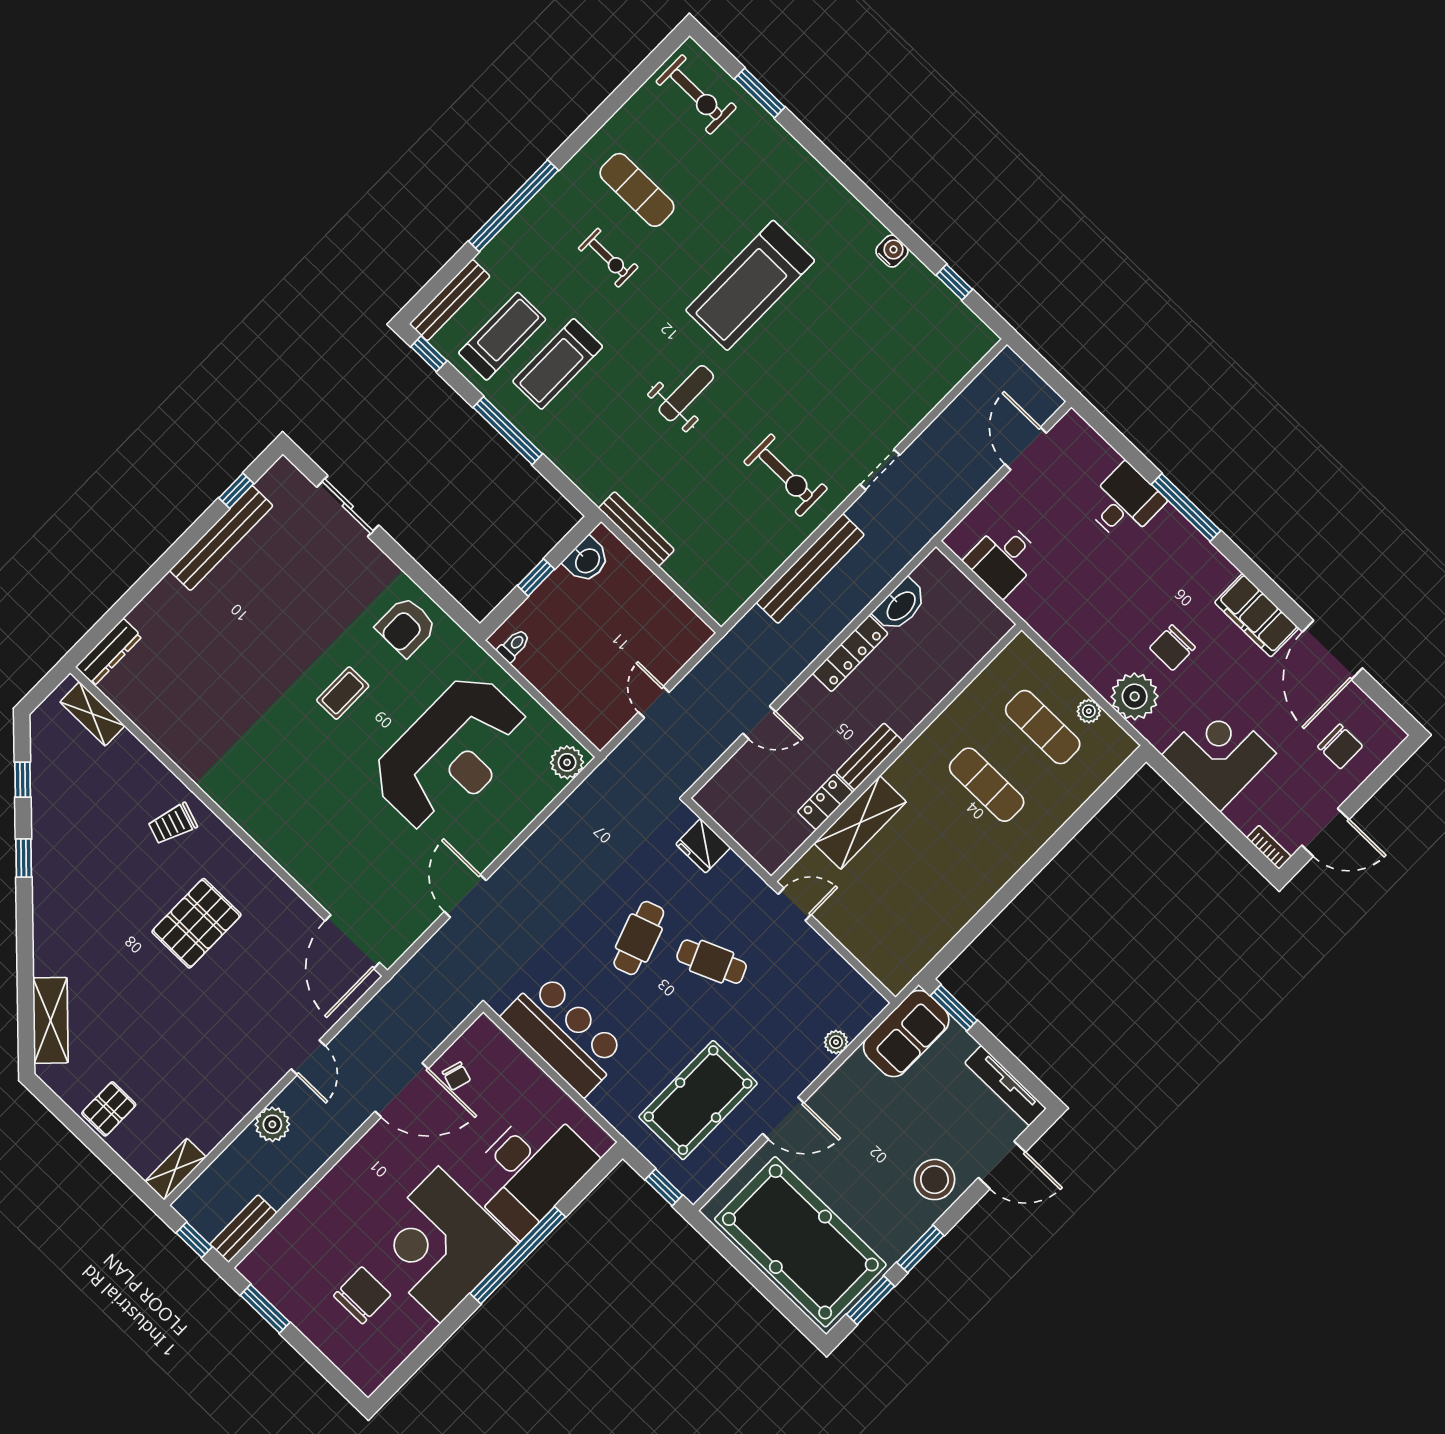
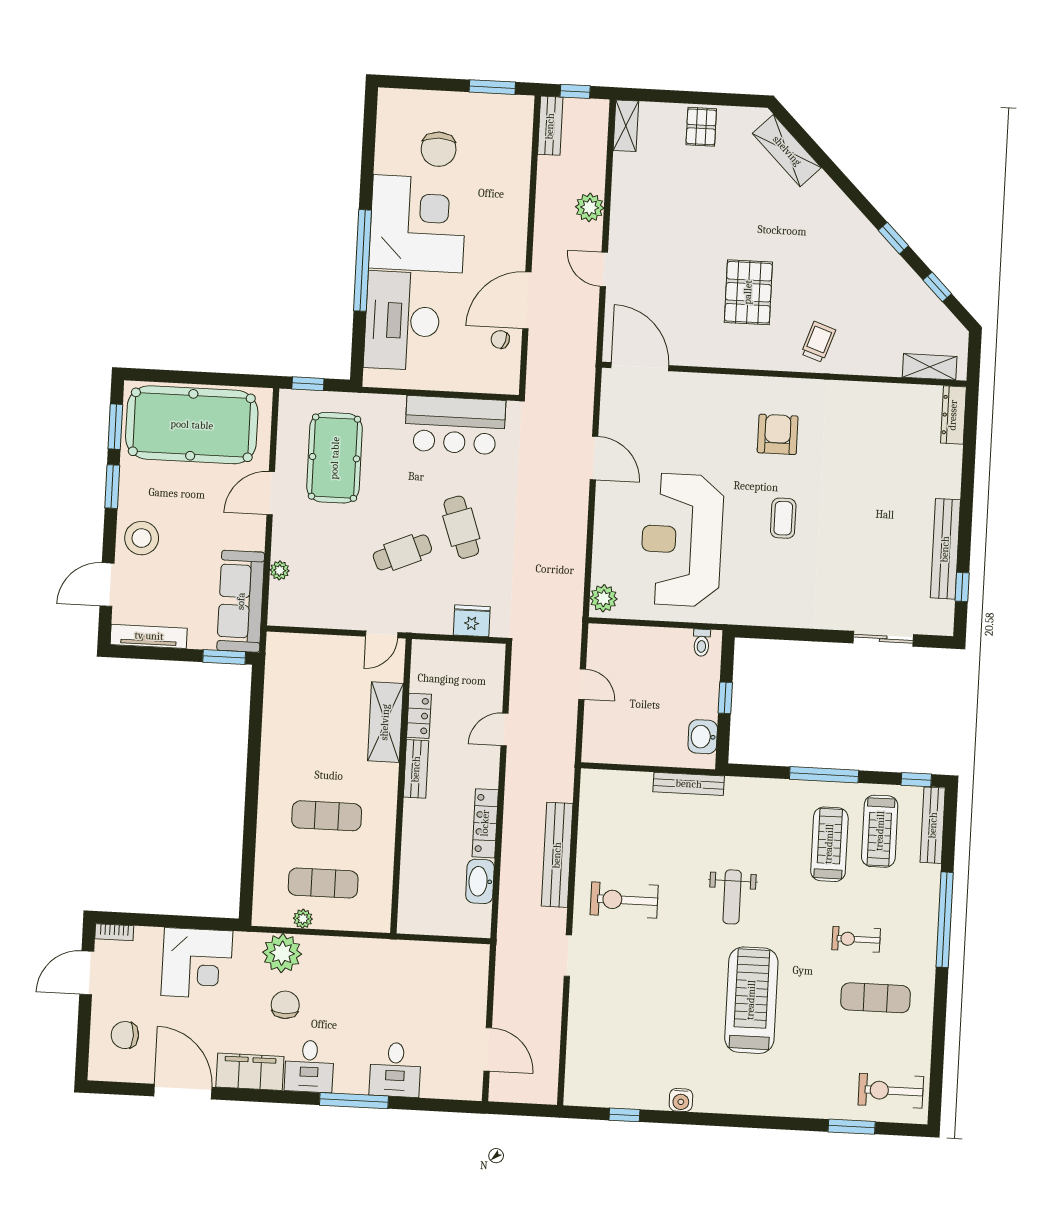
desk: (1003, 559) -> (309, 1066), moved, turned 180
armchair: (406, 627) -> (778, 434), moved
sofa: (906, 1034) -> (241, 601), width x1.36

